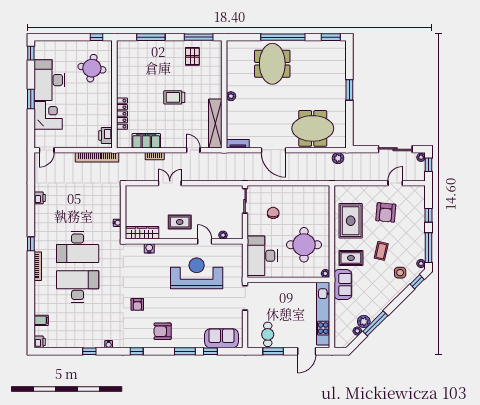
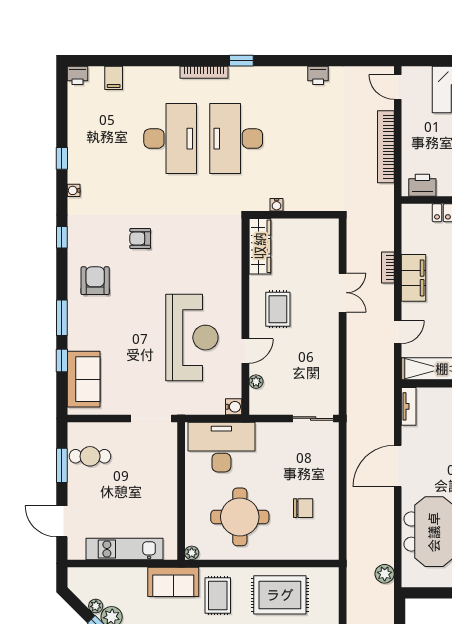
filing cabinet: (146, 141) -> (414, 278), moved
bookcase: (97, 157) -> (386, 147), moved
chair: (273, 213) -> (303, 508), moved
water cooler: (149, 248) -> (234, 407), moved
kitchen unit: (323, 314) -> (125, 549), width x0.73

